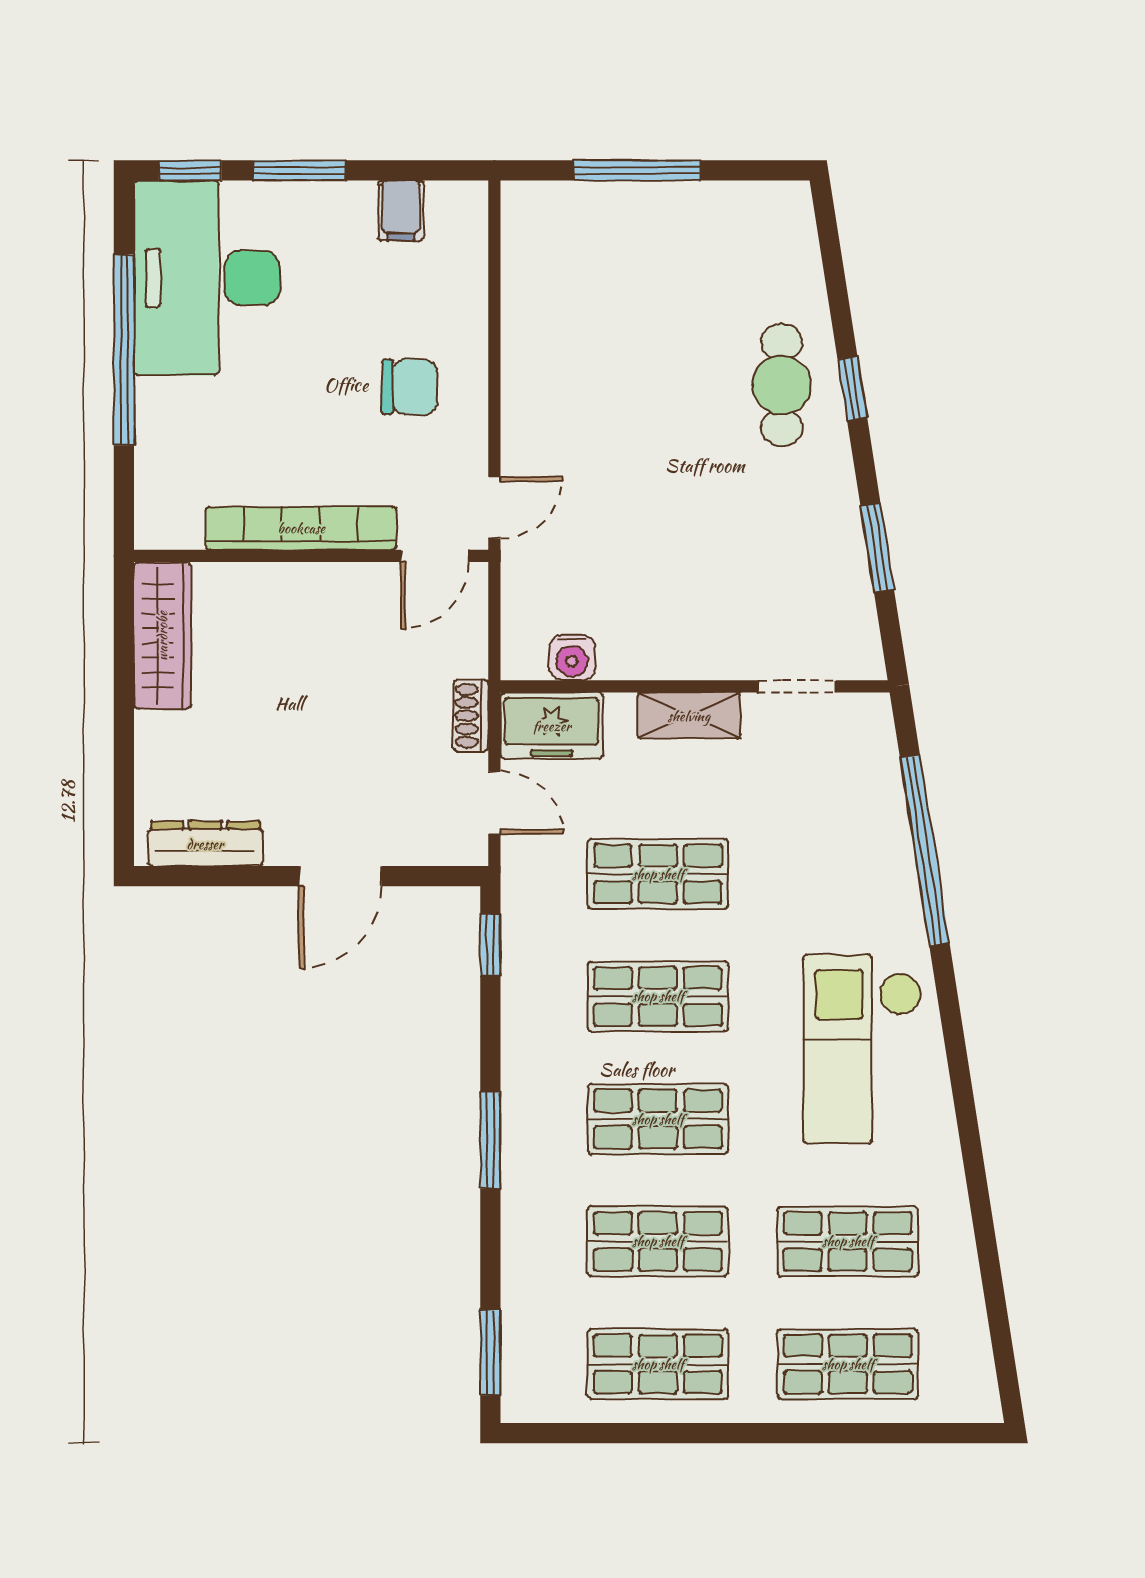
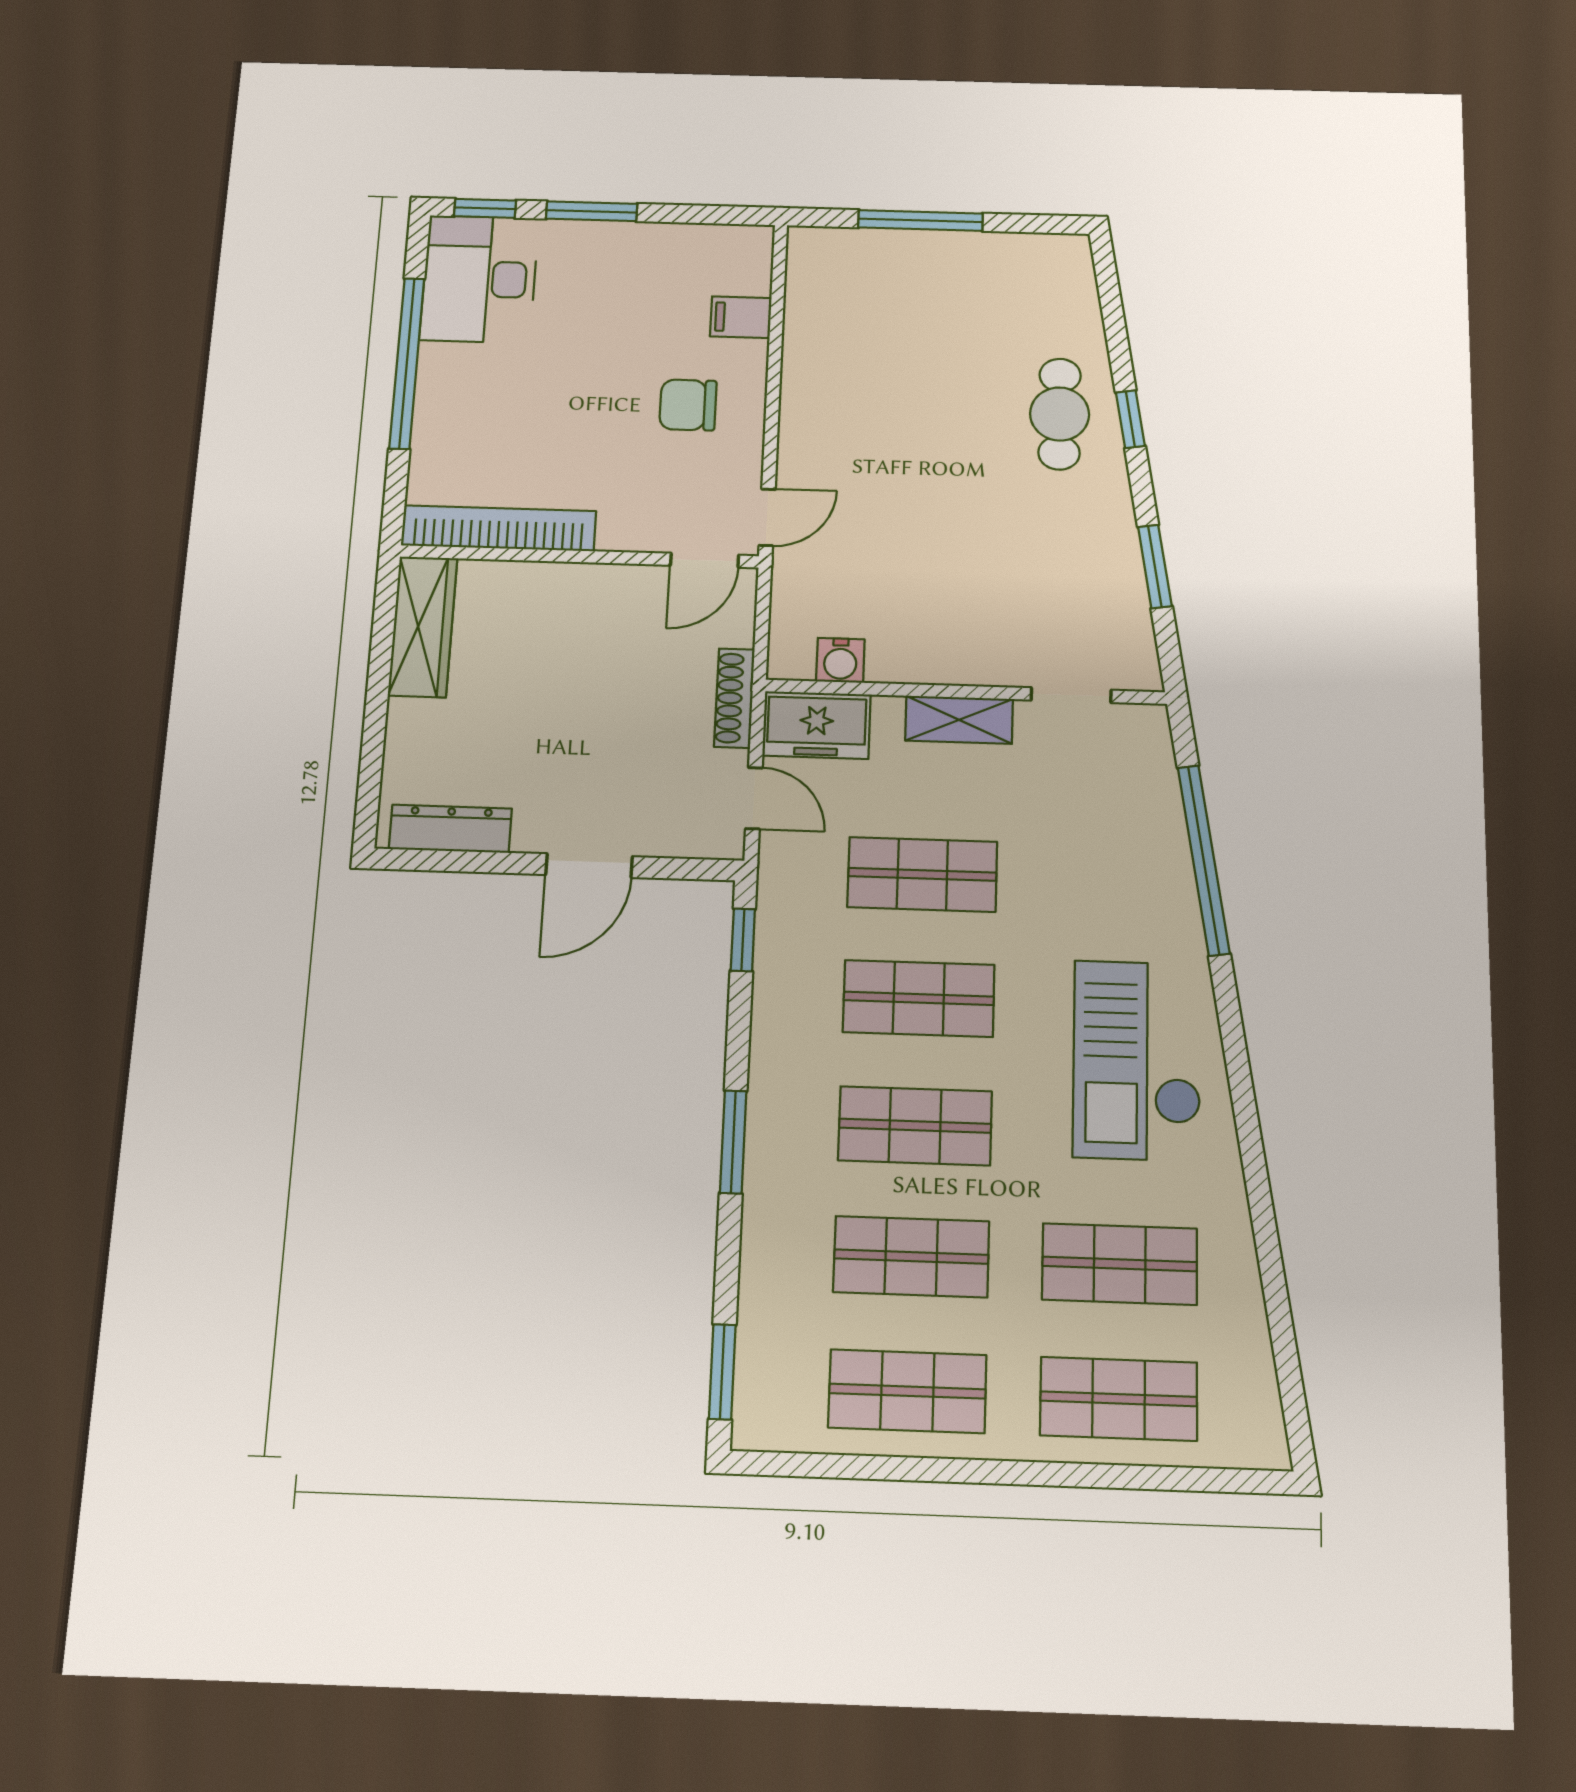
filing cabinet: (401, 211) -> (741, 317), moved, turned 90
desk: (207, 278) -> (479, 279), width x0.73, depth x0.77
chair: (410, 387) -> (688, 405), turned 180
bookcase: (301, 528) -> (499, 528), moved
shoe rack: (471, 716) -> (734, 698), width x1.43

